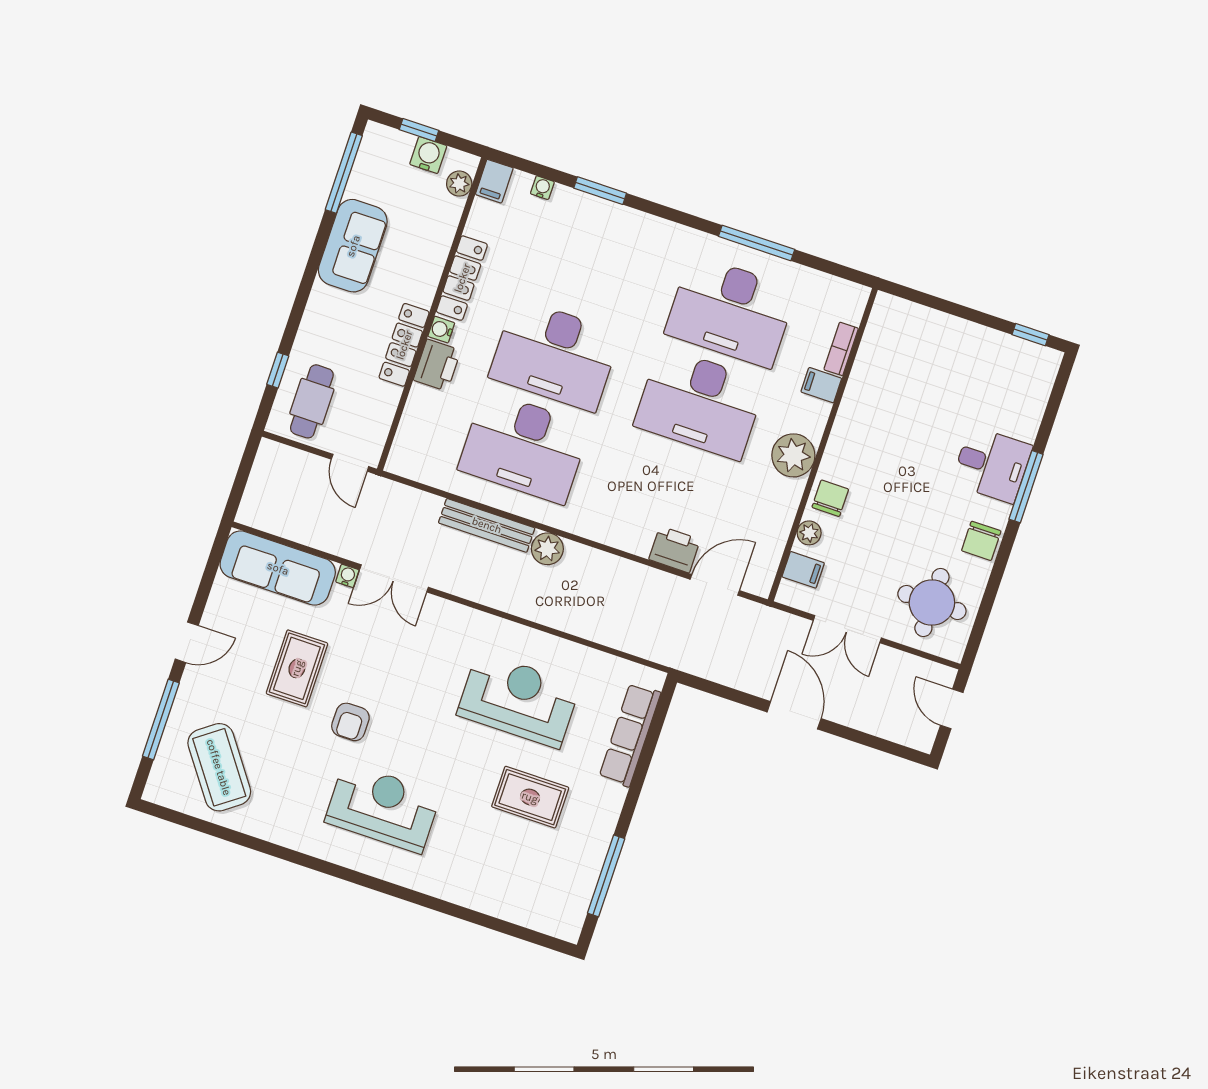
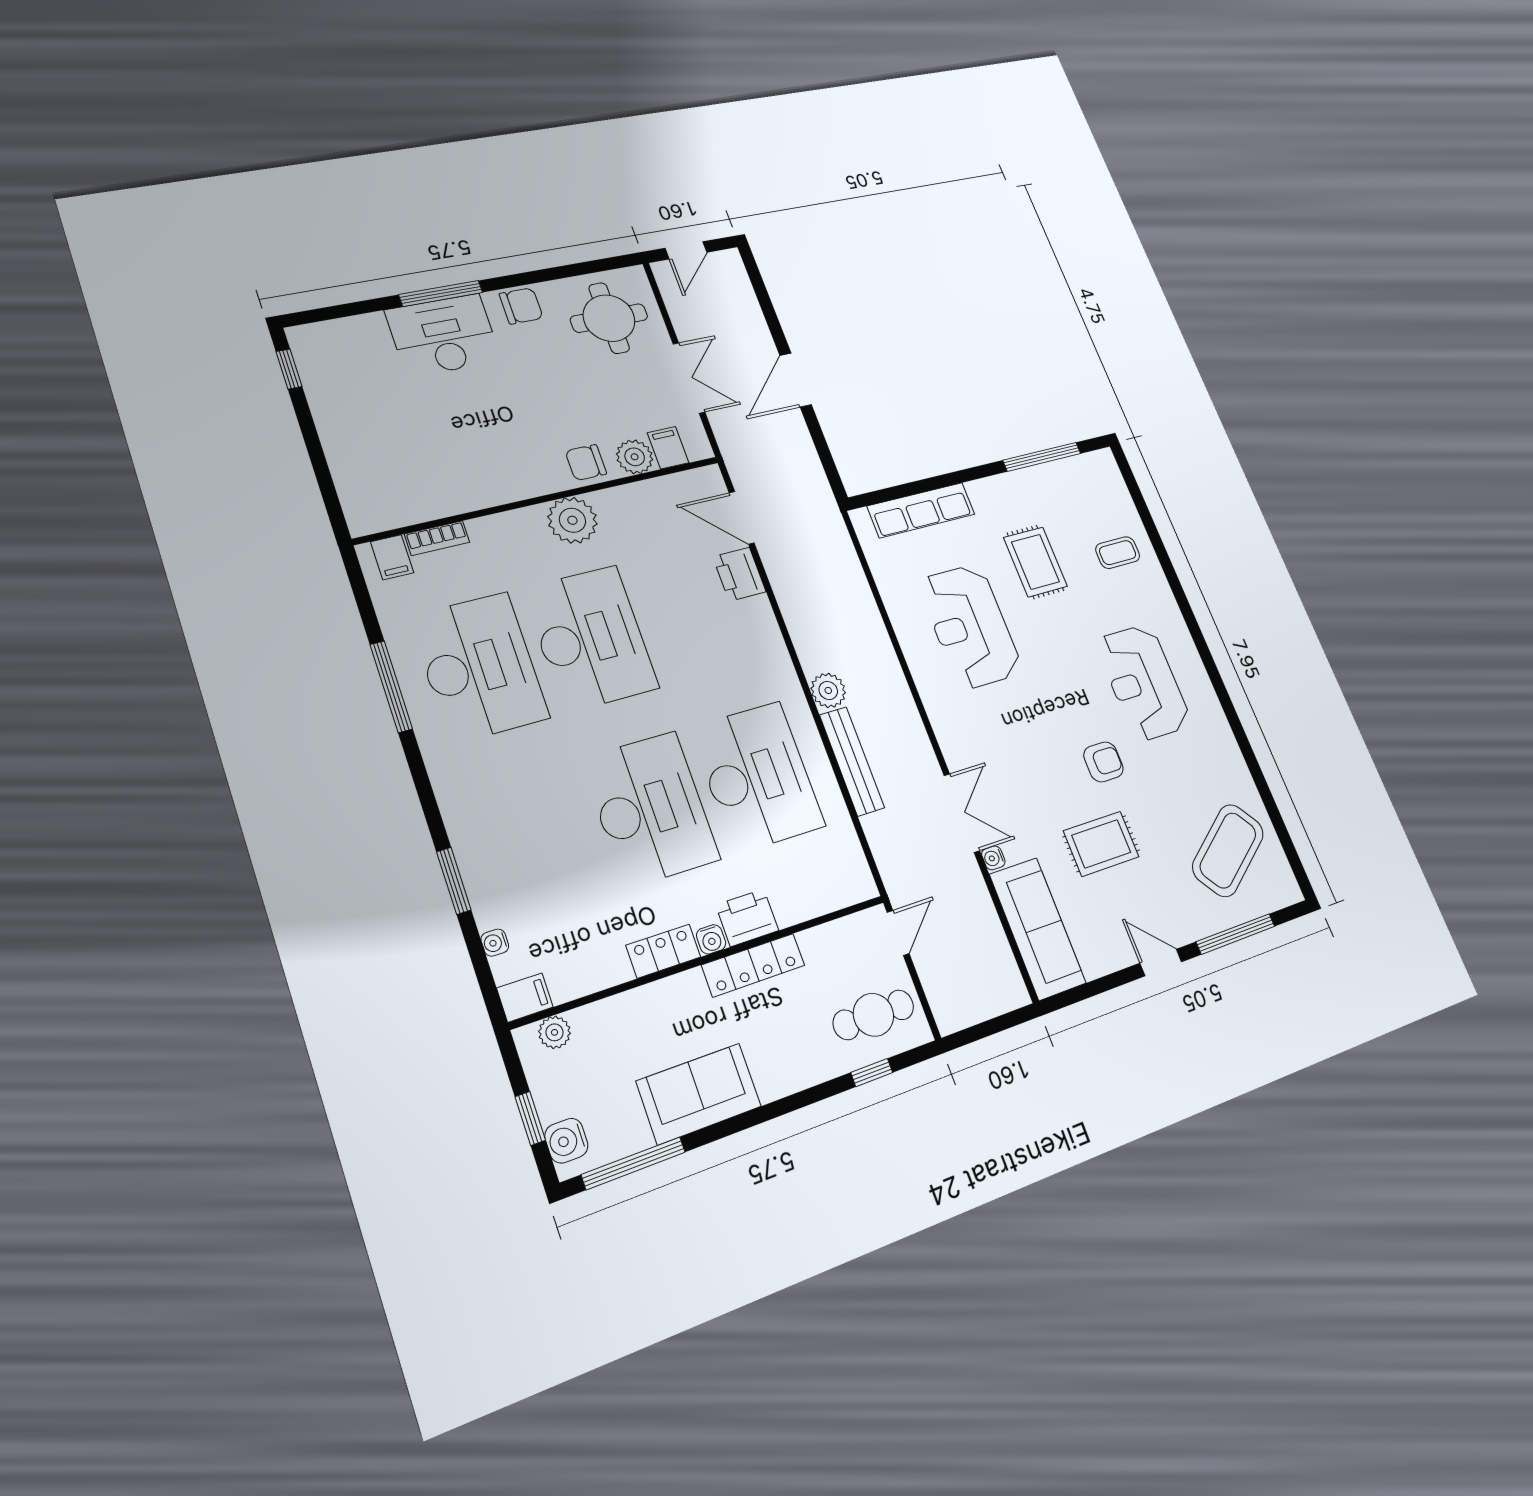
water cooler: (428, 155) -> (566, 1141), moved
locker: (462, 278) -> (663, 951), width x0.66
filing cabinet: (821, 385) -> (392, 557), moved
desk: (992, 465) -> (443, 335), width x1.37
plant: (809, 533) -> (635, 457), width x1.38, depth x1.38
coffee table: (491, 875) -> (1118, 553), added

